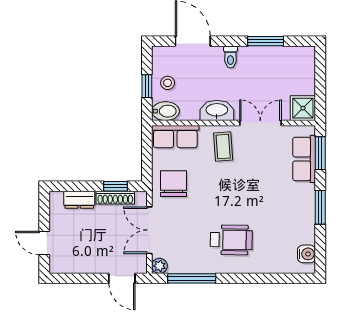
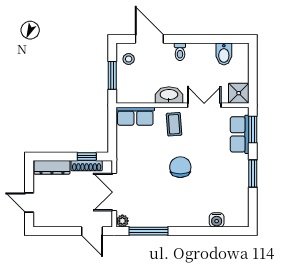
window: (266, 41) -> (208, 39), removed
stool: (168, 83) -> (129, 59), moved
window: (147, 86) -> (112, 75), width x1.50
bidet: (166, 111) -> (224, 54), moved, turned 90
chair: (174, 184) -> (180, 167), moved
dresser: (79, 200) -> (52, 167), width x1.44
wheelchair: (231, 240) -> (181, 200), removed
water cooler: (307, 254) -> (217, 220), moved, turned 90

